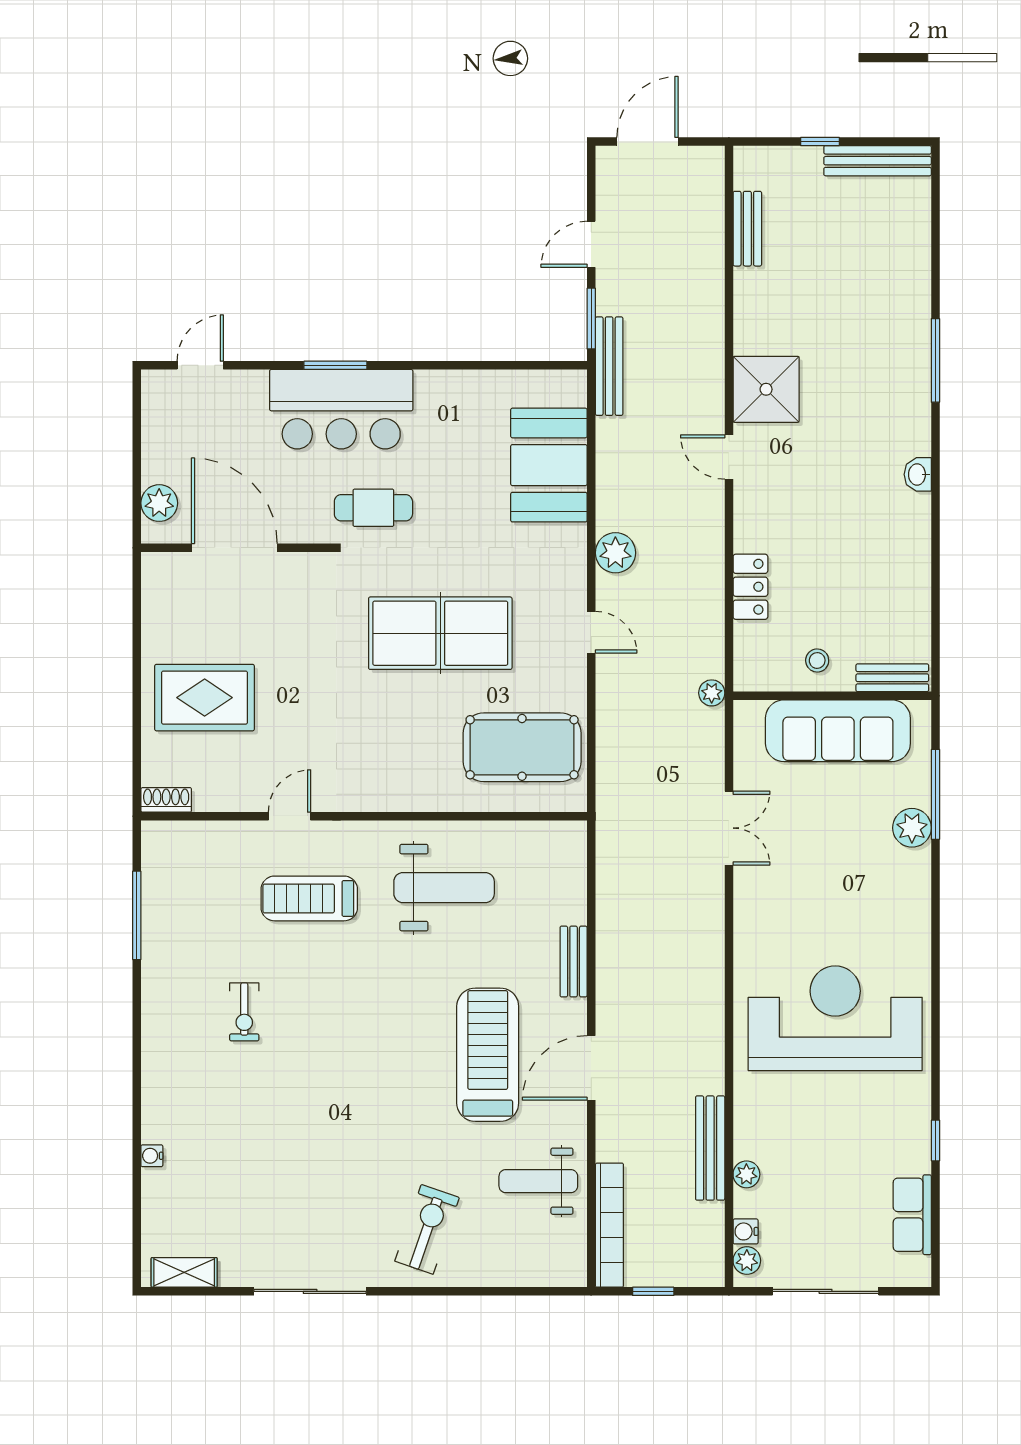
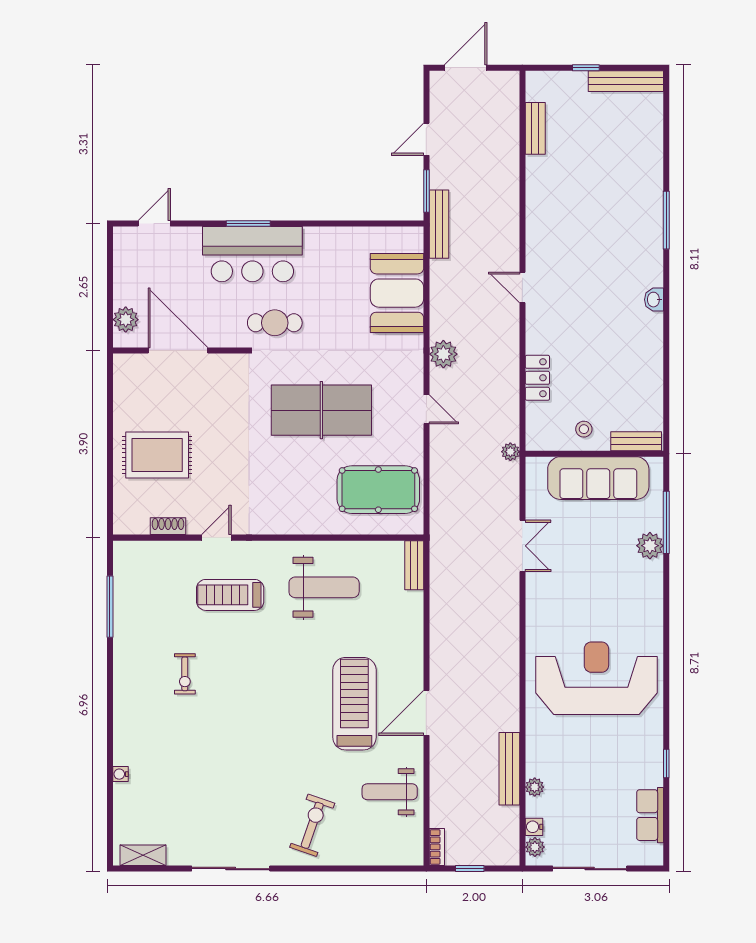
shower: (766, 389) -> (548, 240), removed
shoe rack: (166, 800) -> (168, 526), moved
bench: (574, 961) -> (414, 565), moved
bookcase: (609, 1225) -> (437, 847), width x0.43, depth x0.76

